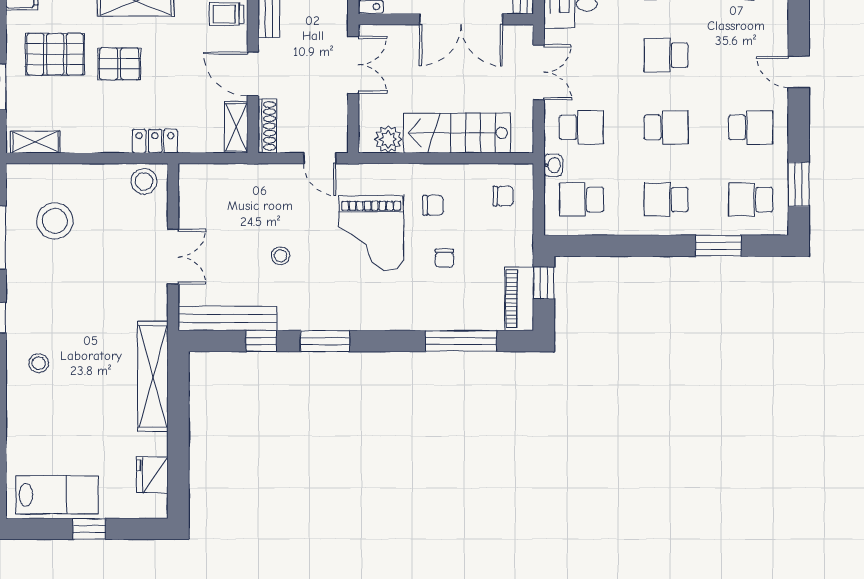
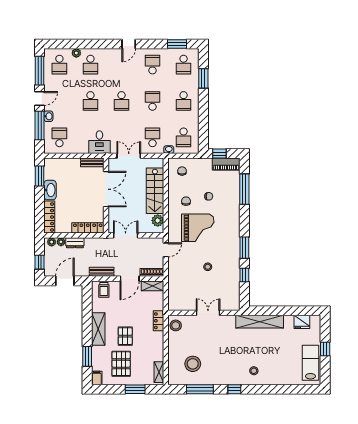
bench: (227, 318) -> (235, 290), removed

